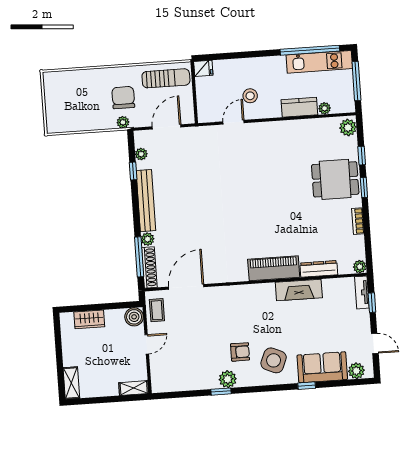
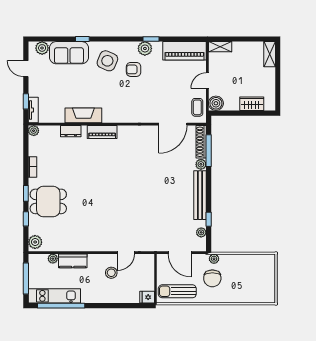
door: (167, 127) -> (180, 253), hinge flipped
piano: (274, 268) -> (102, 132), width x0.73, depth x0.75
dresser: (319, 269) -> (71, 131), width x0.70
piano: (178, 380) -> (185, 51), added

